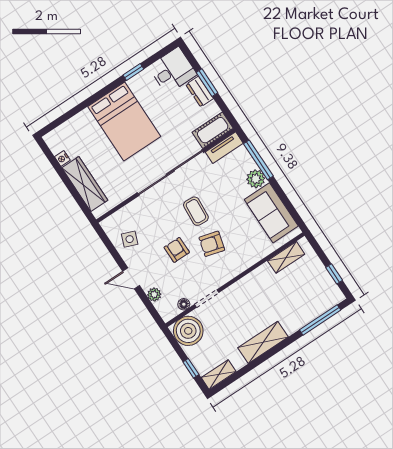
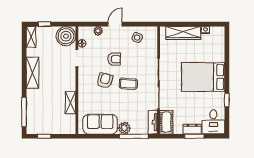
shelving: (286, 257) -> (70, 103), moved

